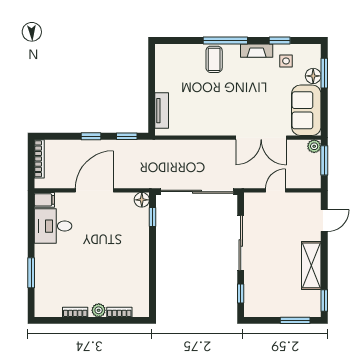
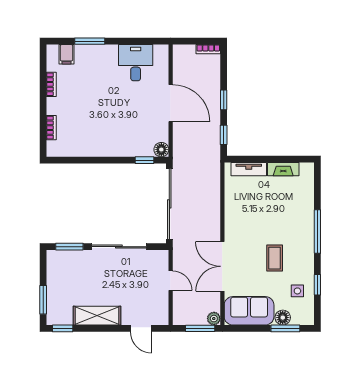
fireplace: (257, 51) -> (283, 169), moved, turned -90
coffee table: (214, 59) -> (275, 258), moved, turned 90
bookcase: (39, 159) -> (208, 49), width x0.64
filing cabinet: (44, 200) -> (66, 54), moved
window: (241, 294) -> (69, 247), width x1.50
plant: (99, 310) -> (53, 107), removed

